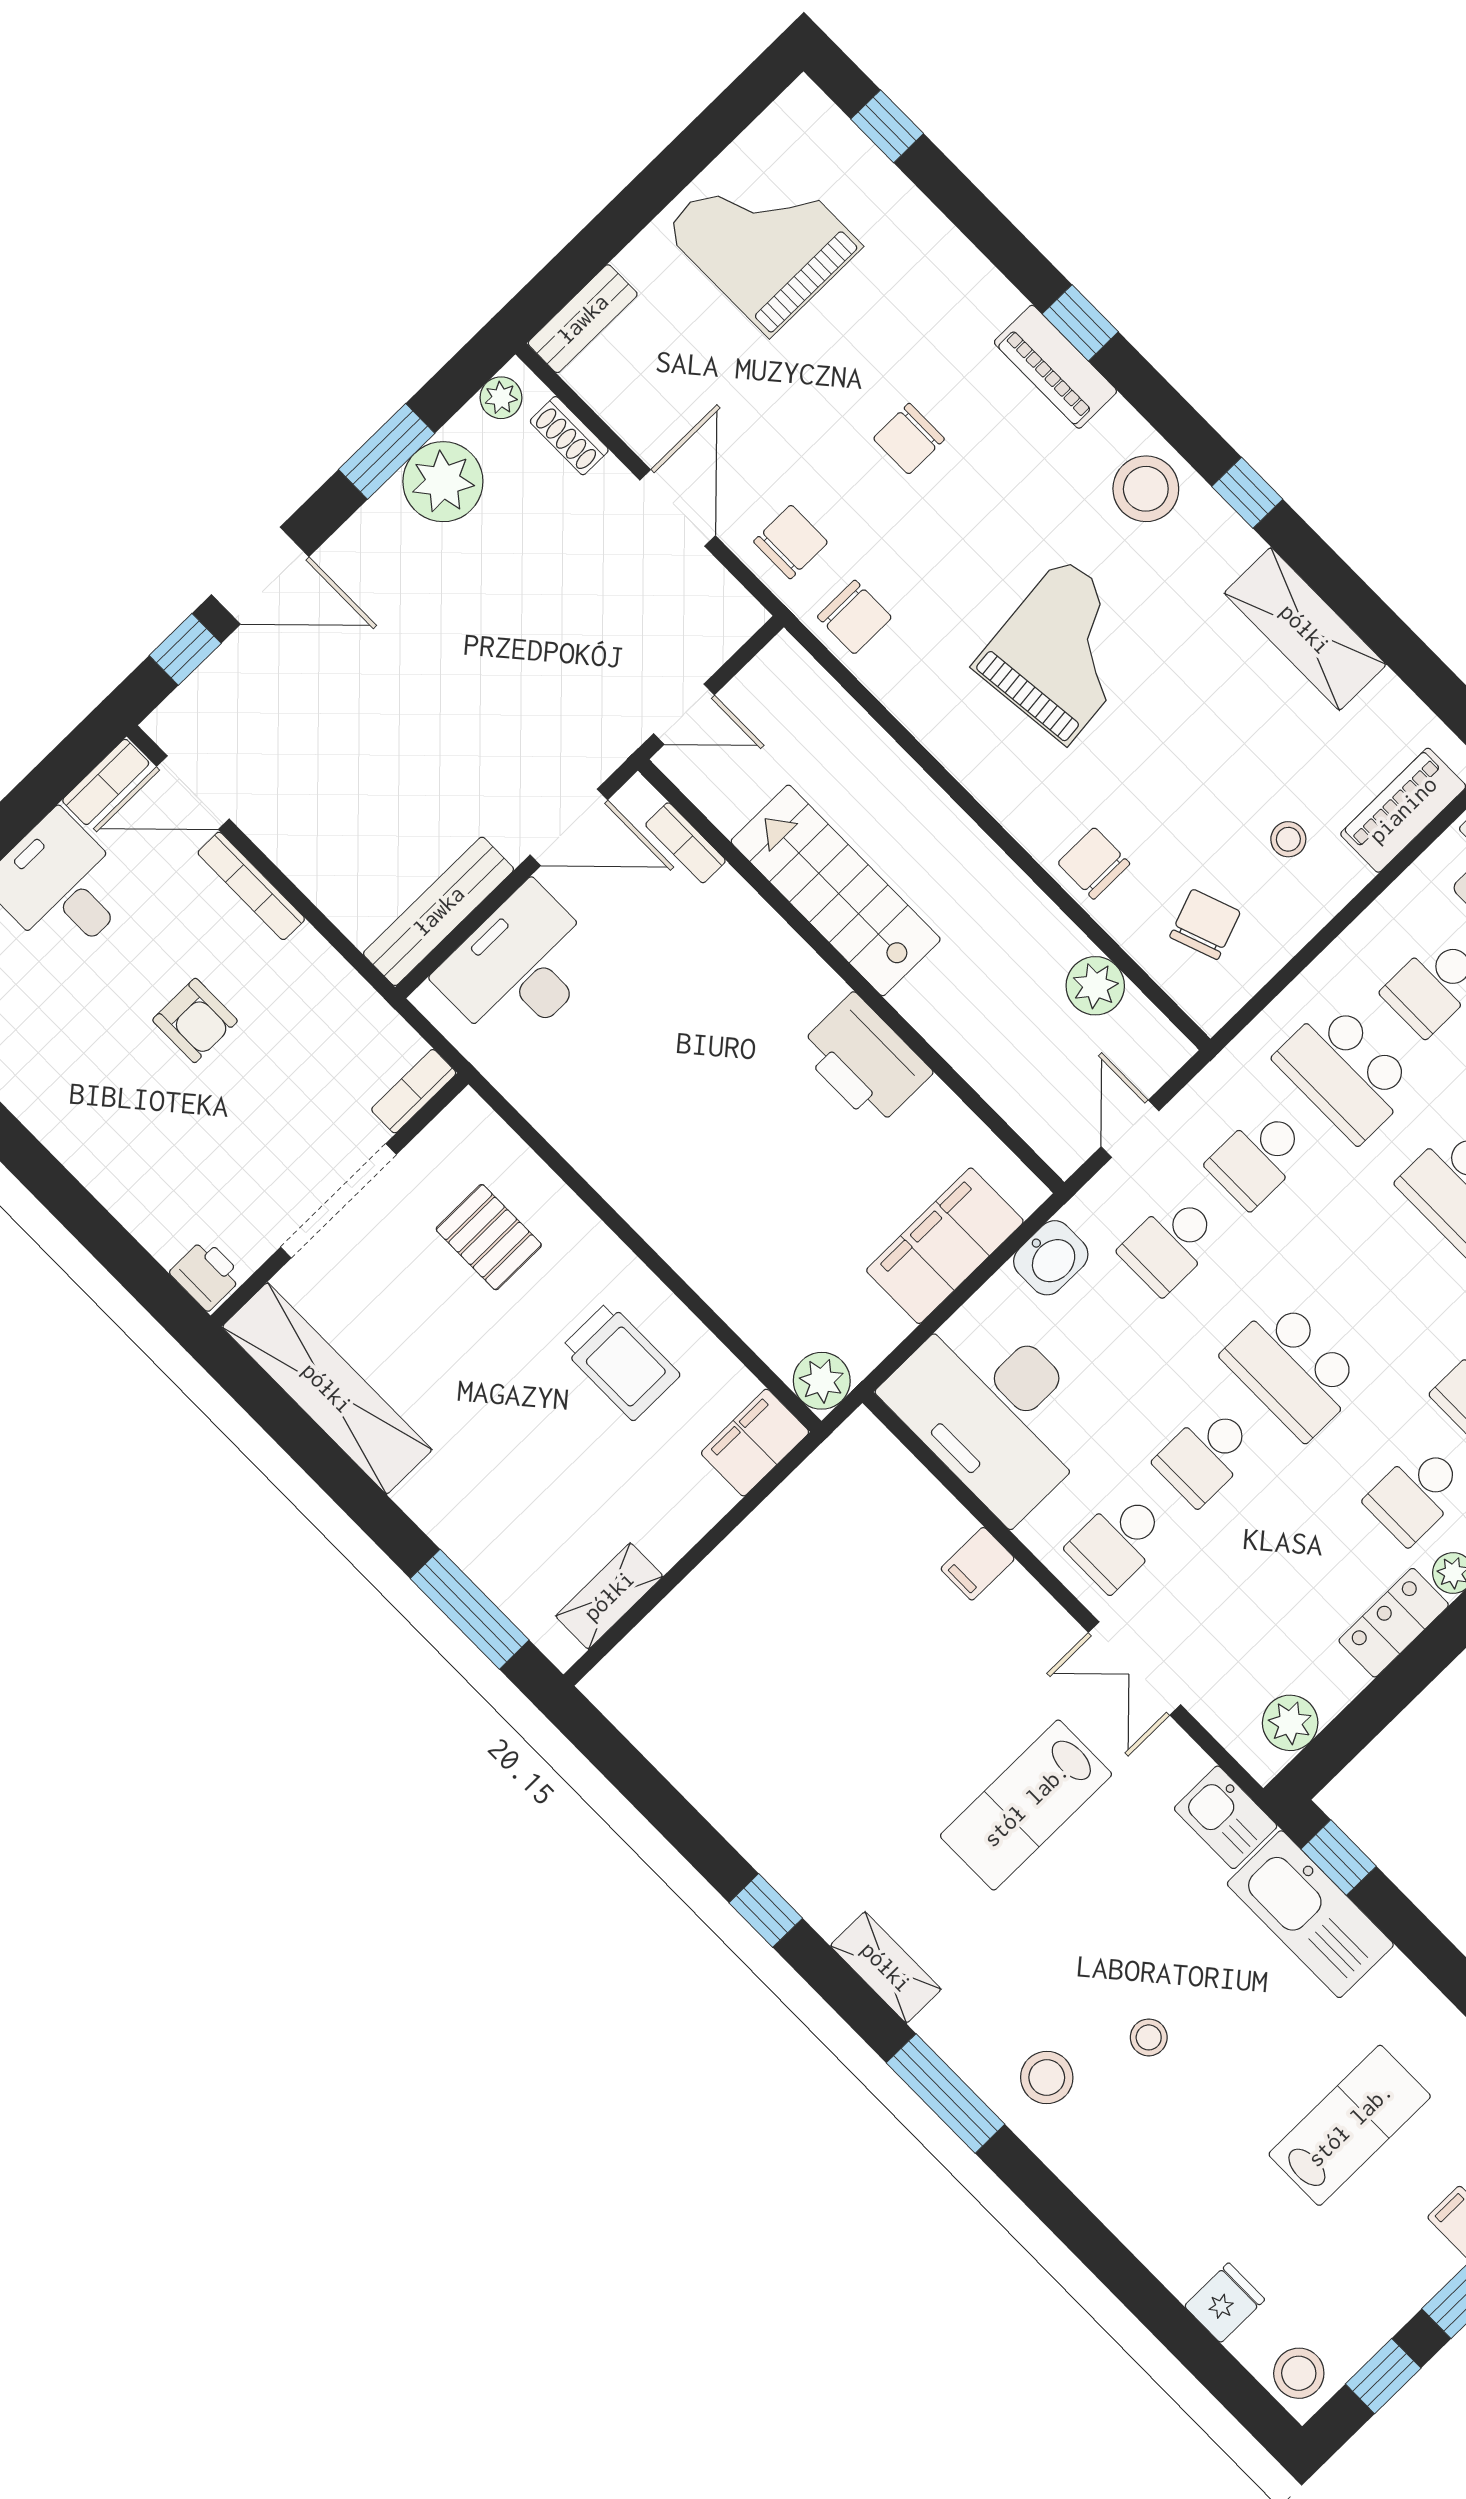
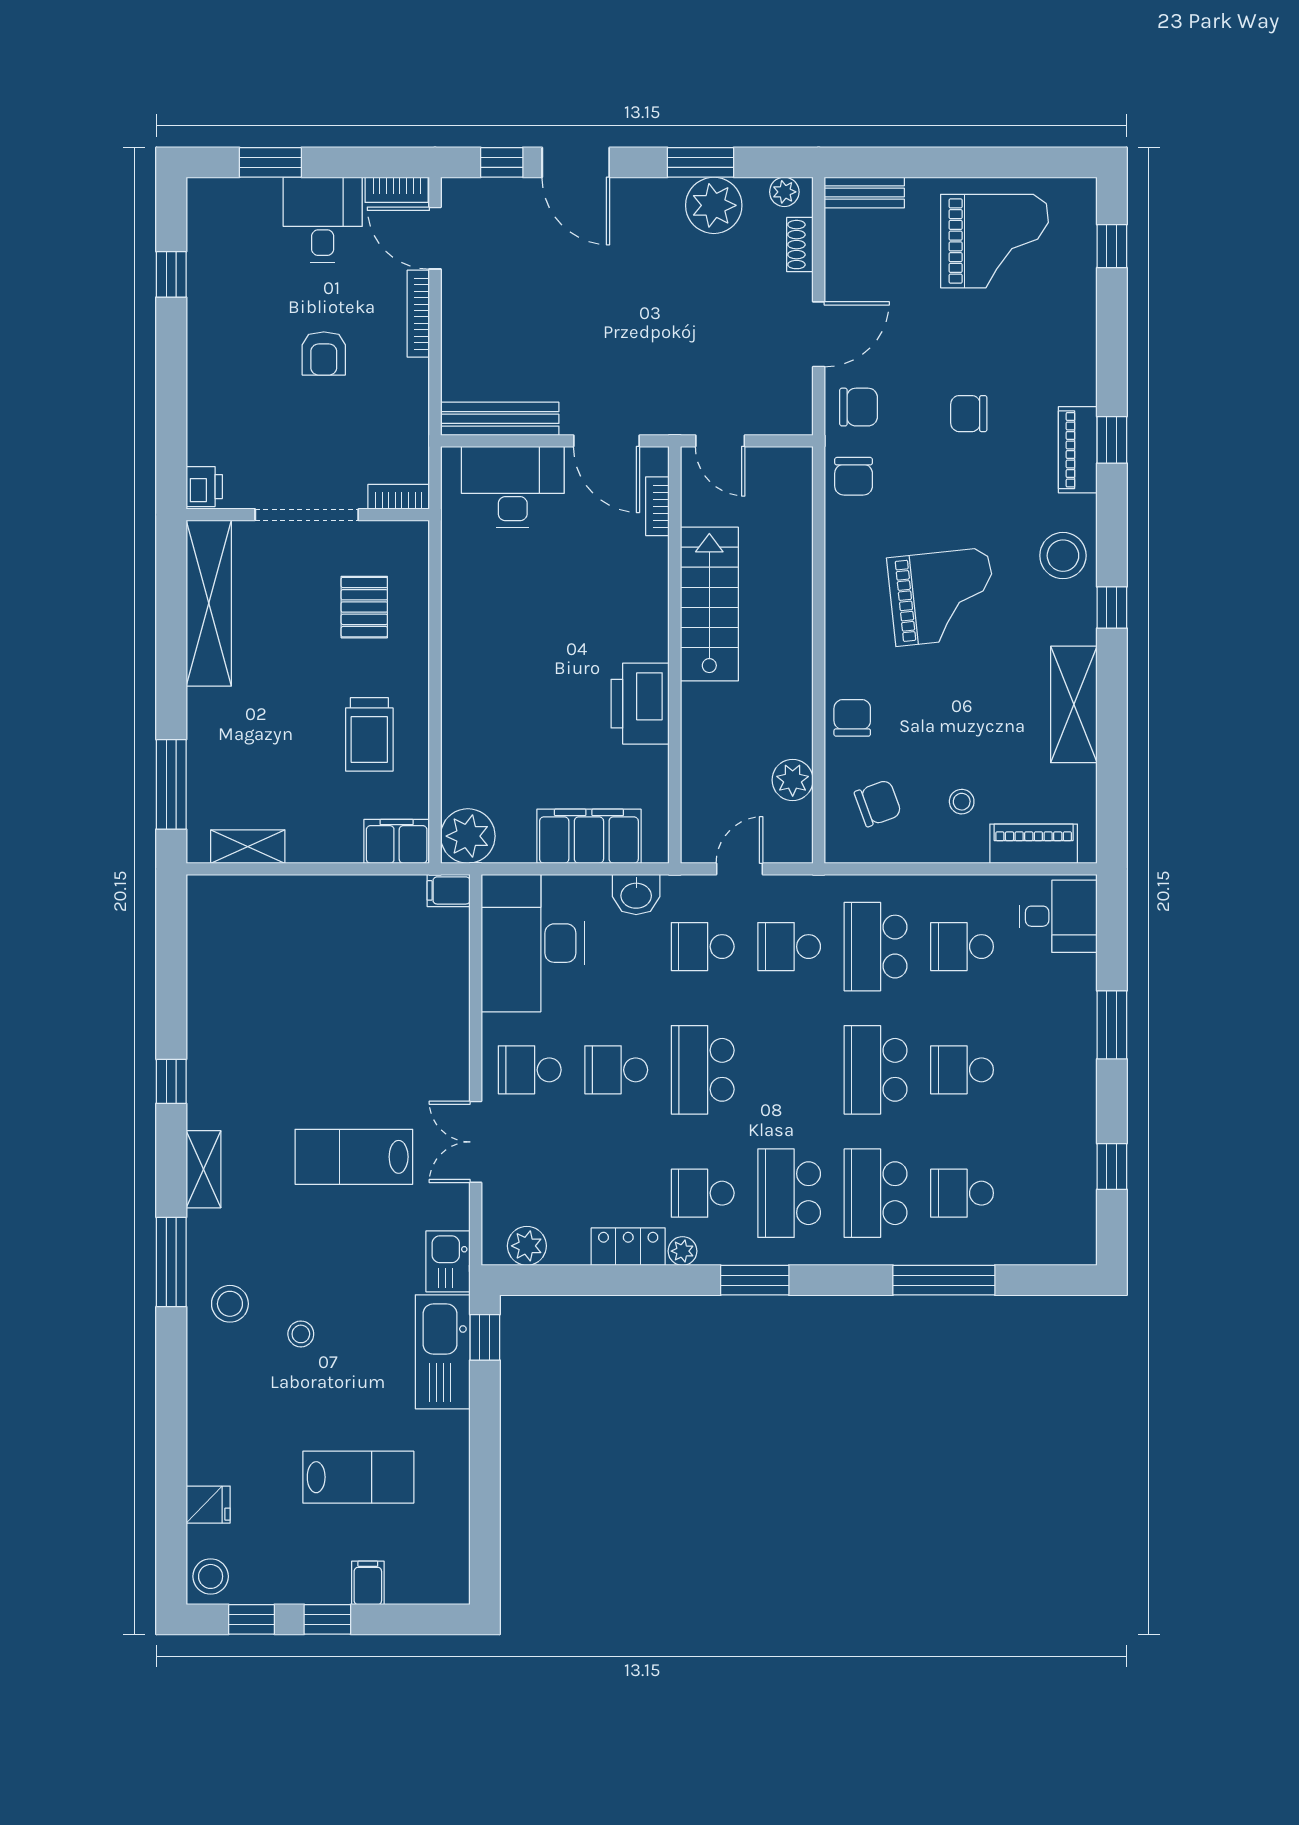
grand piano: (763, 238) -> (995, 241), turned 90
plant: (822, 1381) -> (468, 836), width x1.36, depth x1.36
filing cabinet: (978, 1564) -> (449, 890), moved

